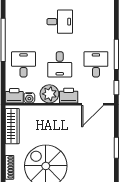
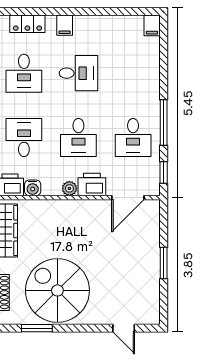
desk: (23, 22) -> (24, 73), added
desk: (96, 64) -> (133, 137), turned 180
plant: (49, 94) -> (69, 188), width x0.53, depth x0.53

